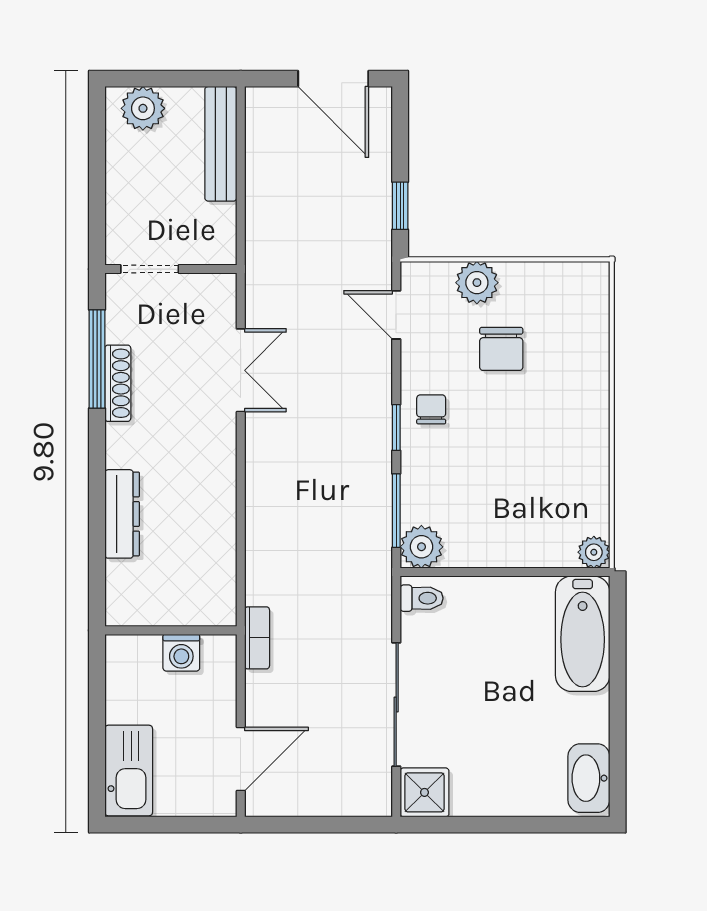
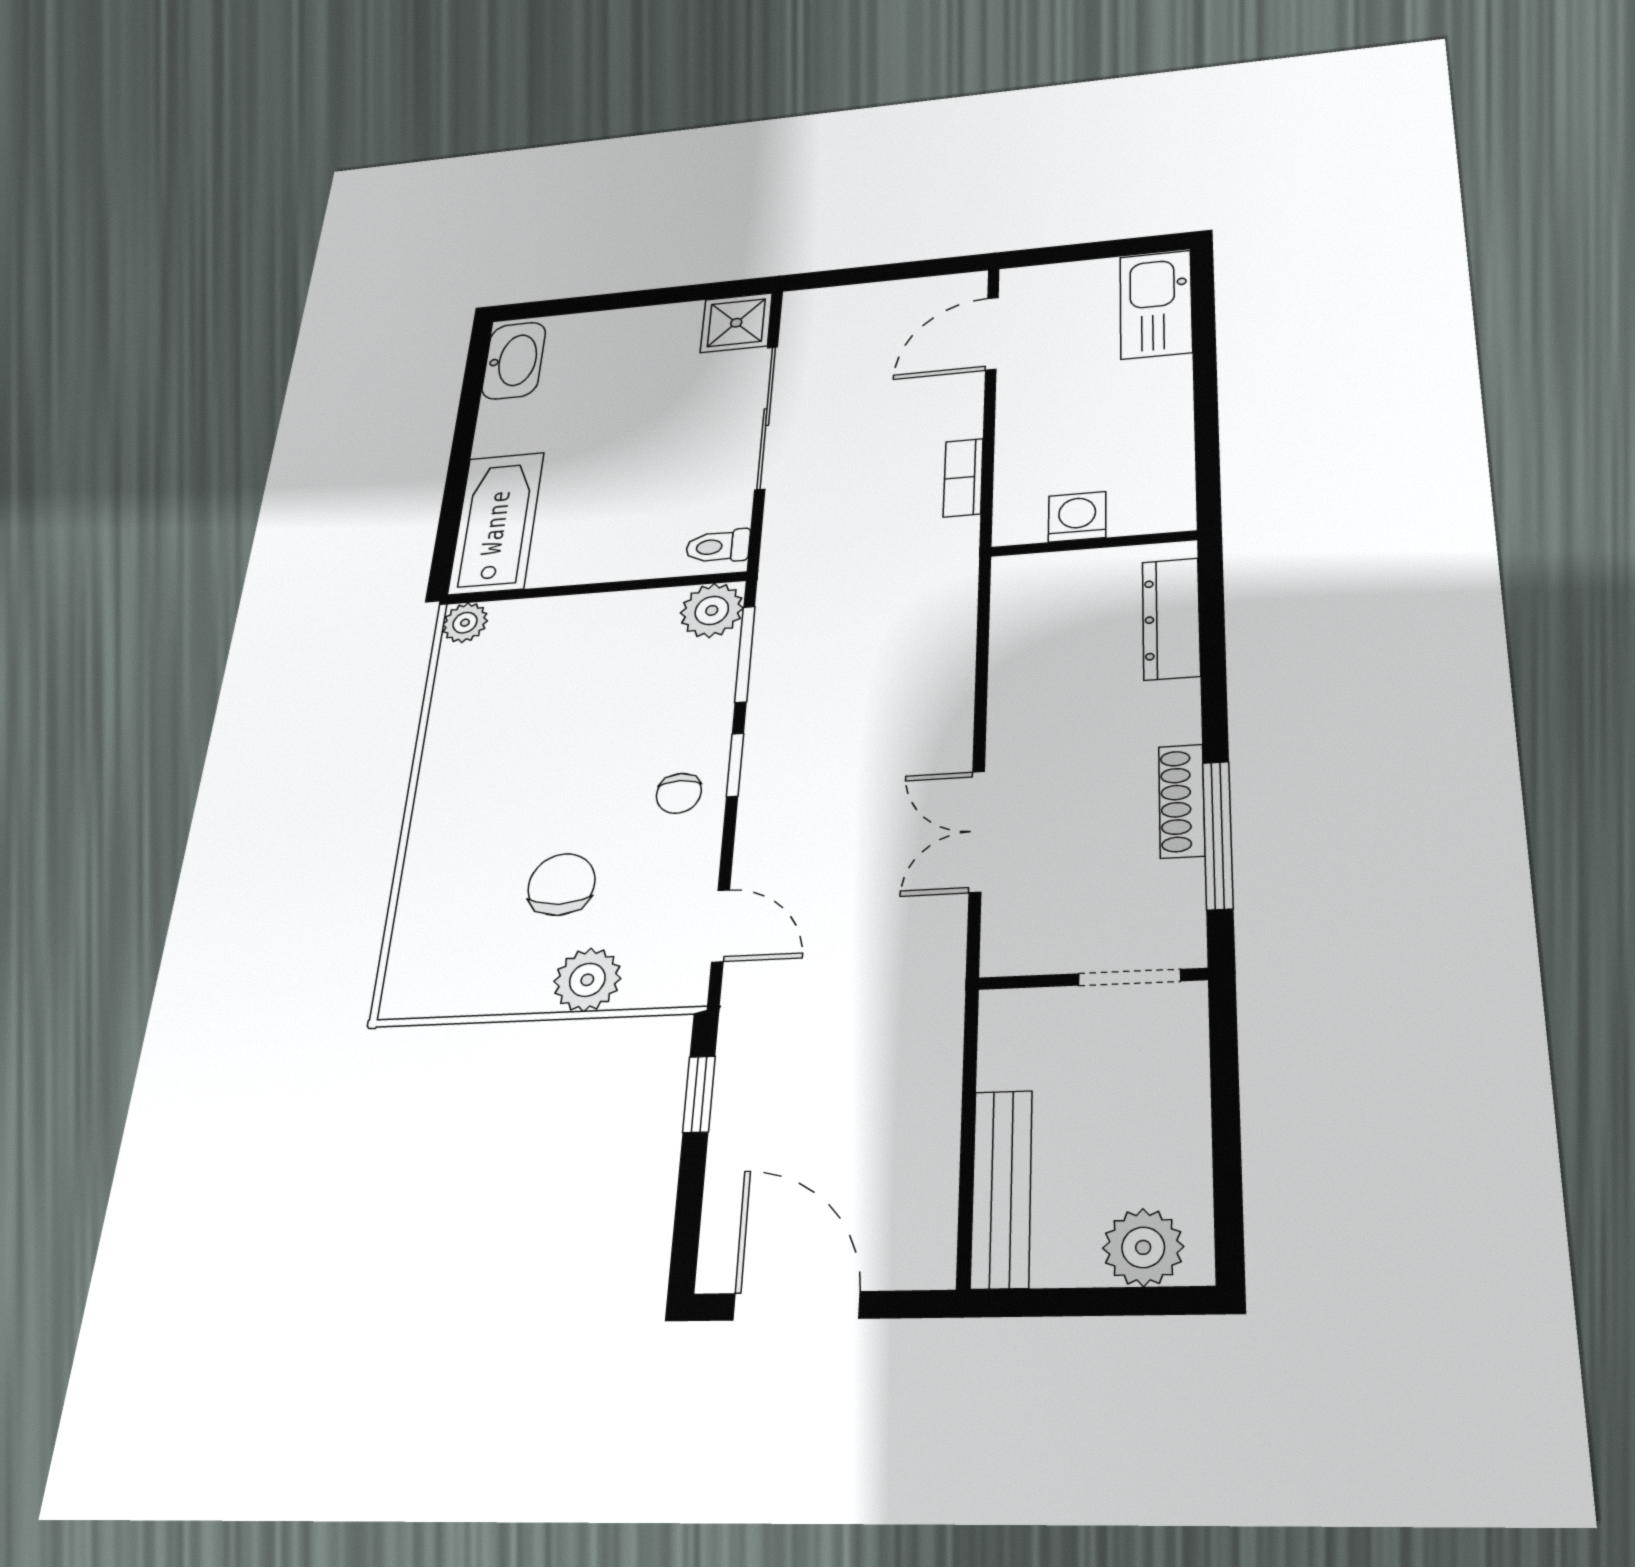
wall: (171, 630) -> (1093, 544), moved
washing machine: (181, 653) -> (1077, 517), moved

